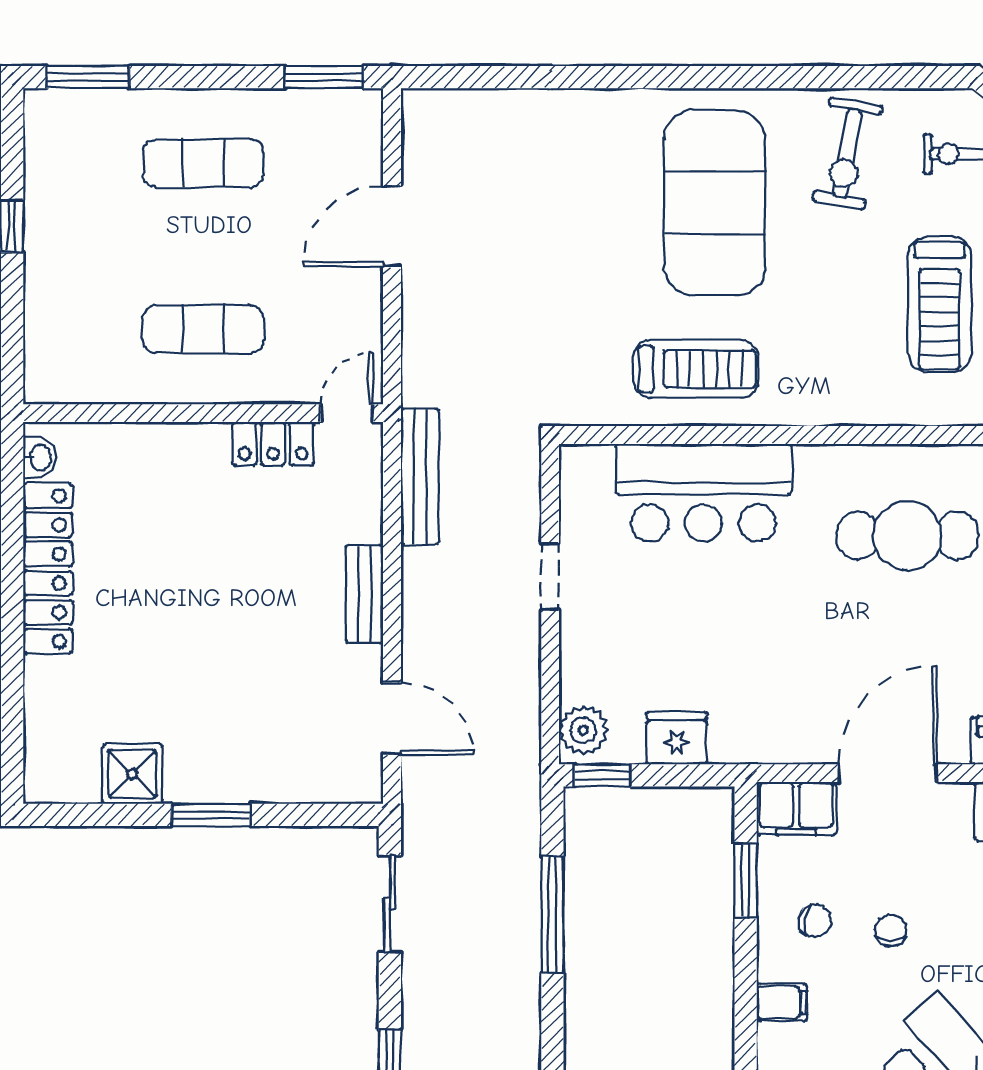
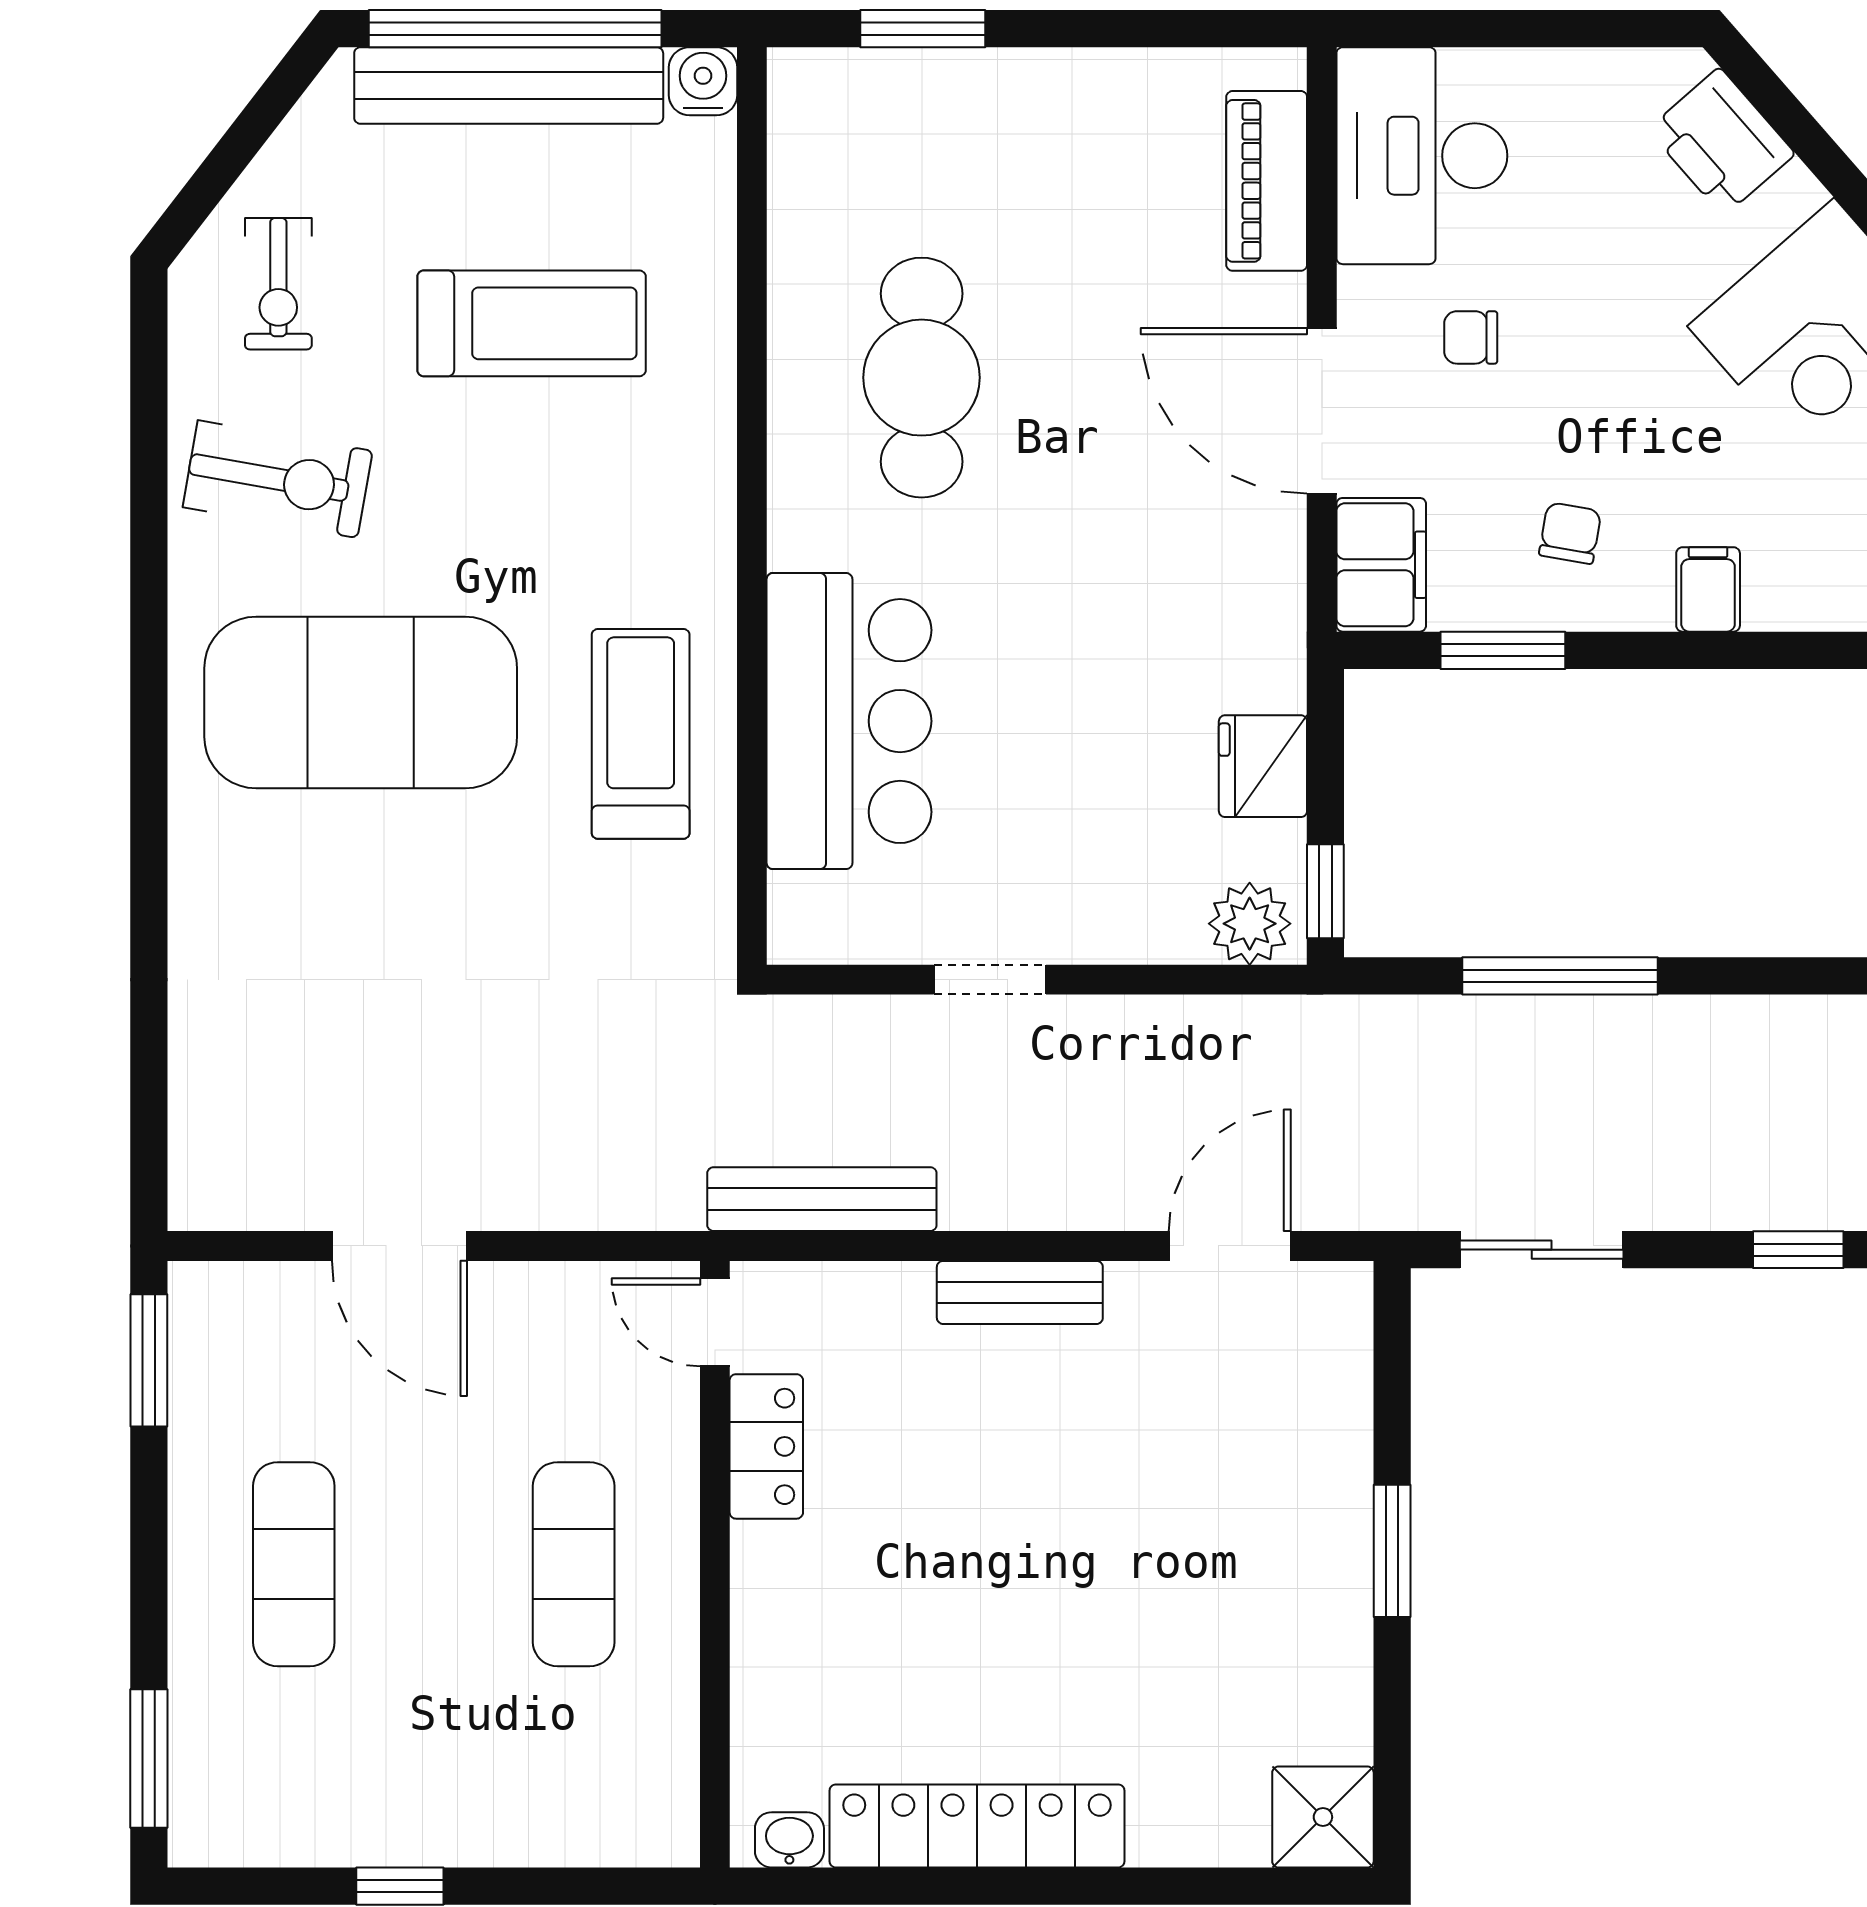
shower: (132, 774) -> (1323, 1817), moved
chair: (891, 930) -> (1471, 337), moved

